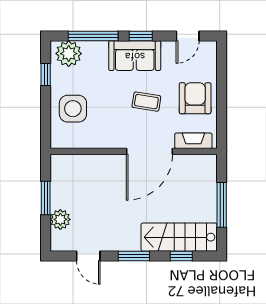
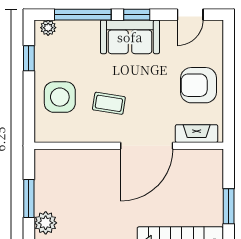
plant: (69, 54) -> (48, 28), width x0.53, depth x0.53
armchair: (195, 98) -> (198, 85), turned -90
coffee table: (146, 102) -> (109, 103), moved
window: (222, 205) -> (229, 206), width x0.69

